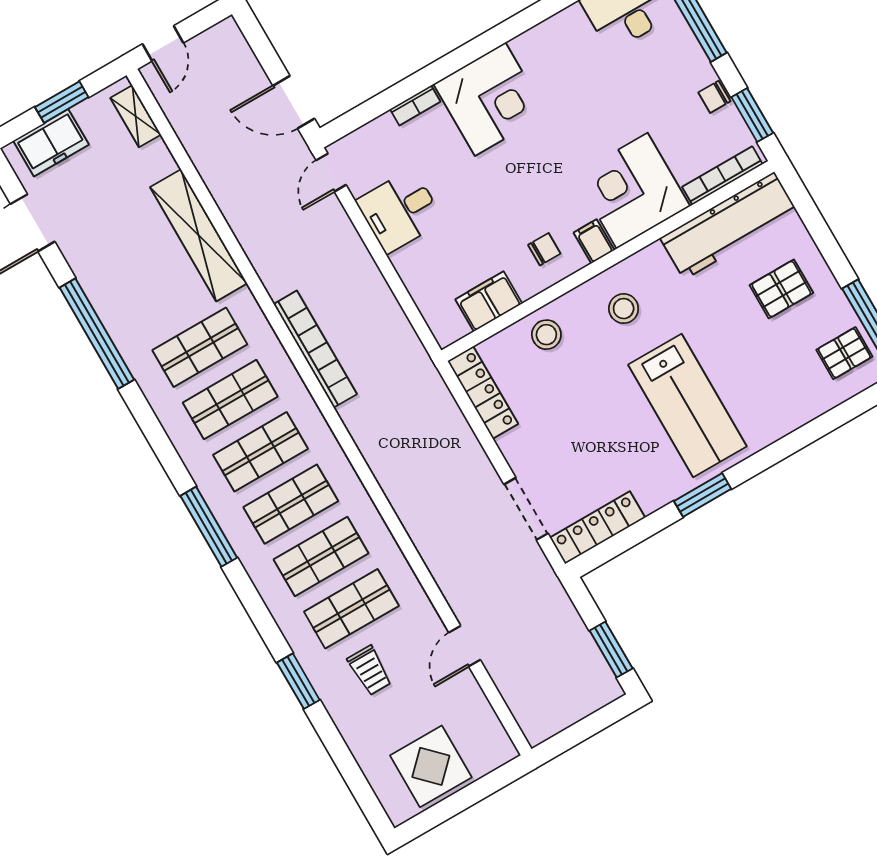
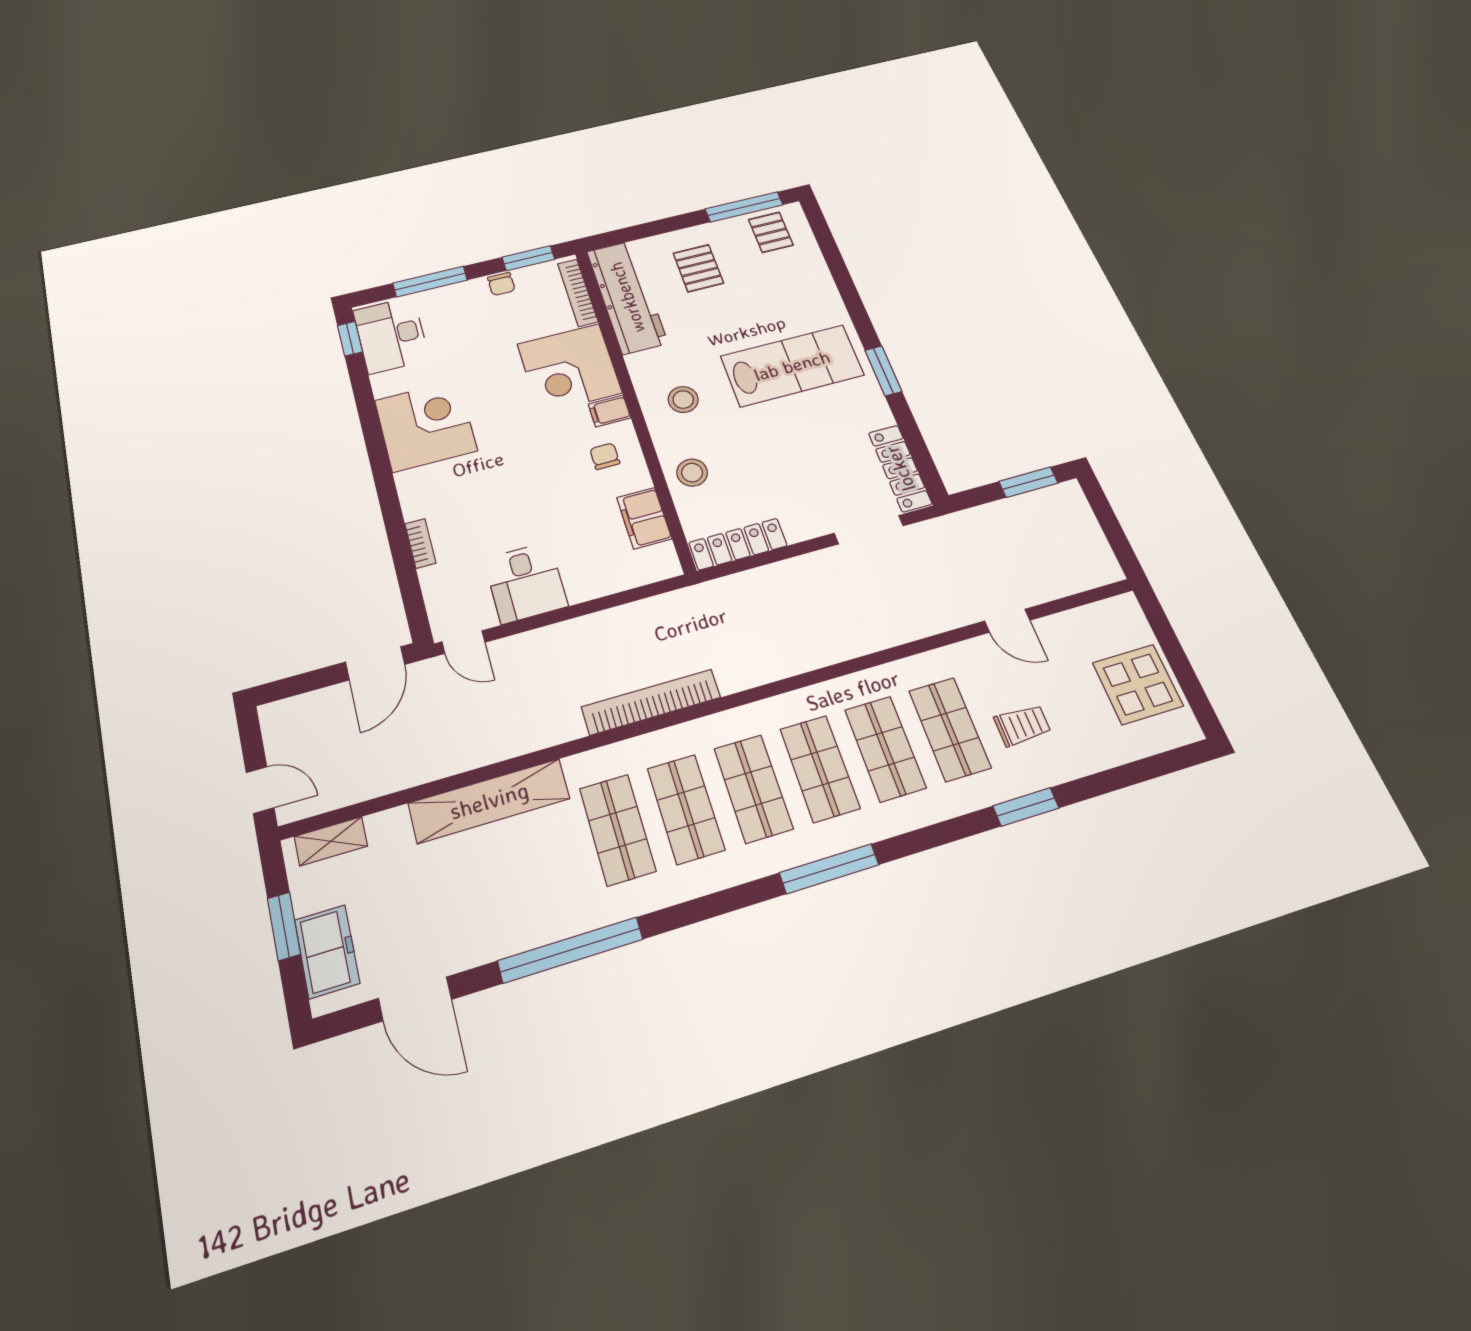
corner desk: (490, 99) -> (426, 426), moved

